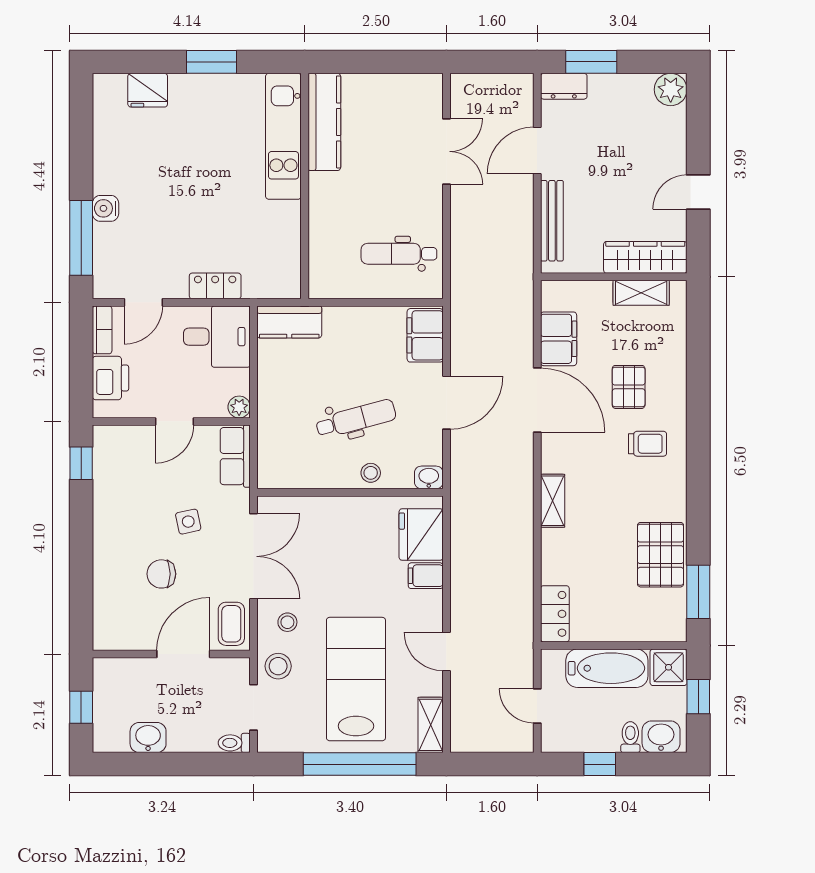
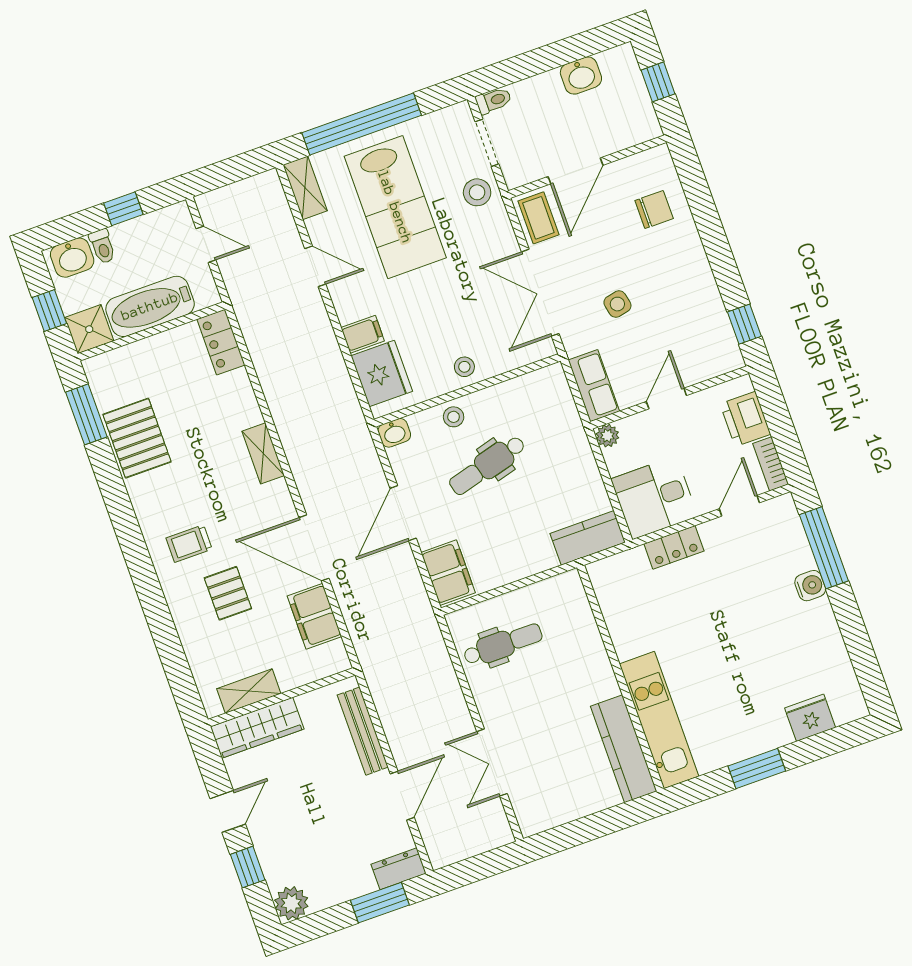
window: (698, 136) -> (248, 867), added
chair: (161, 574) -> (654, 210), moved
stool: (287, 622) -> (464, 367), moved

